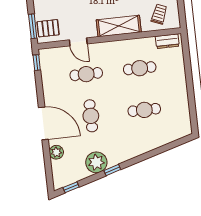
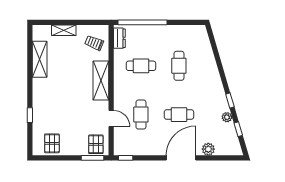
door: (78, 42) -> (111, 119), hinge flipped
window: (188, 65) -> (142, 22), added
cafe table: (140, 68) -> (141, 66), turned 90
plant: (96, 162) -> (227, 117), width x0.53, depth x0.53
window: (71, 187) -> (238, 129), moved

